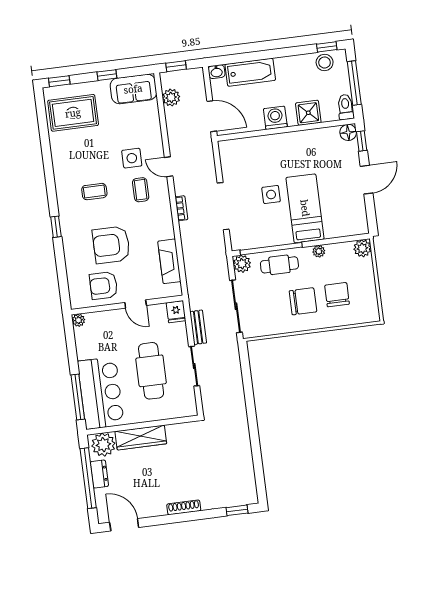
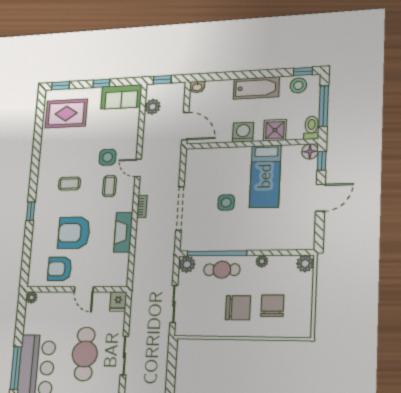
bathtub: (250, 72) -> (256, 88), moved
bed: (305, 208) -> (265, 176), moved, turned 180
fireplace: (169, 261) -> (123, 232), moved
sliding door: (236, 306) -> (174, 304), width x0.73
bench: (198, 327) -> (135, 319), removed

